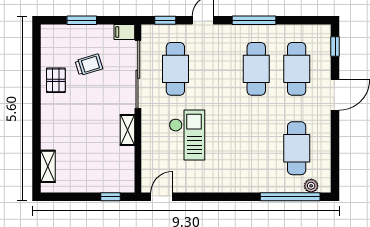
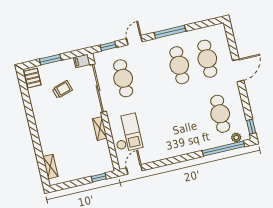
window: (335, 47) -> (251, 127), moved
pallet: (56, 80) -> (33, 78), moved
checkout: (187, 135) -> (127, 133), moved

